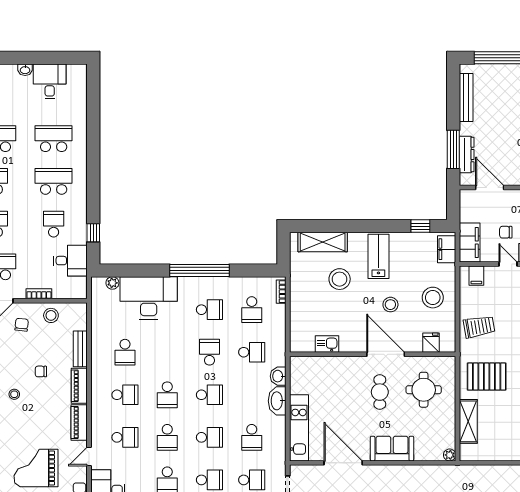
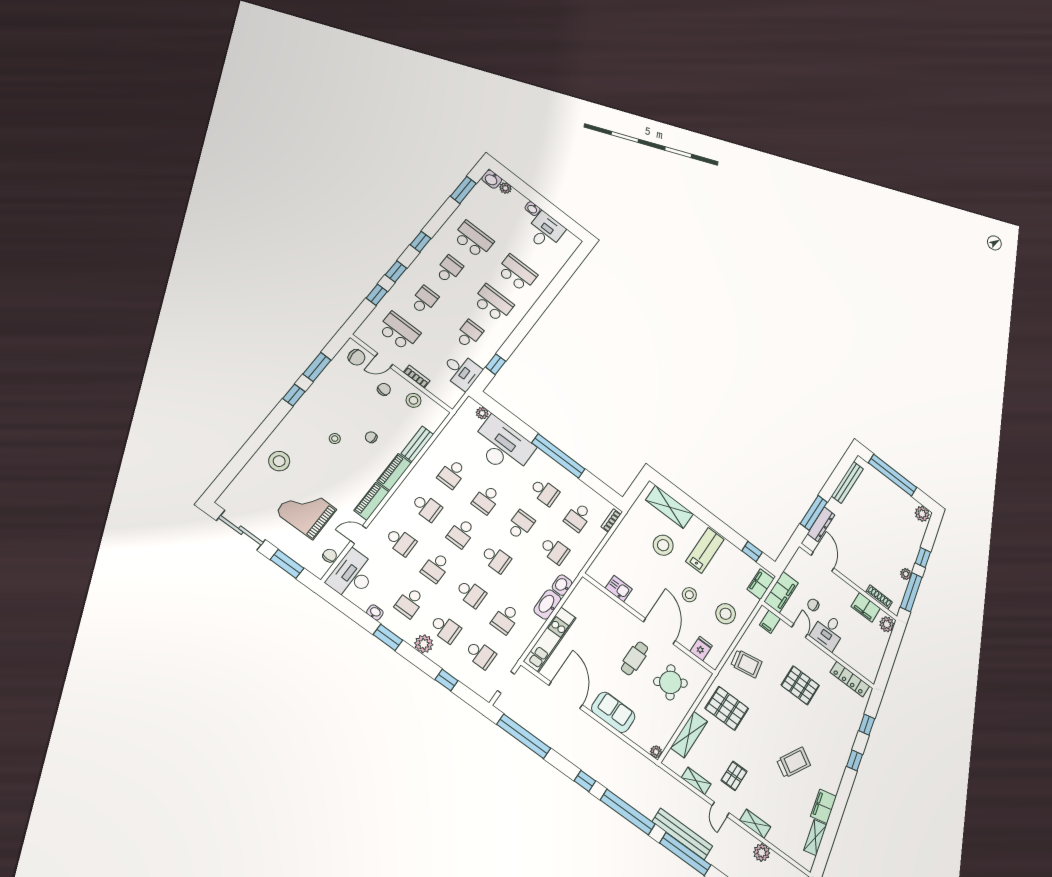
school desk: (167, 352) -> (486, 499), added
round table: (424, 390) -> (670, 682), turned -32
shelving: (500, 454) -> (696, 781), added

